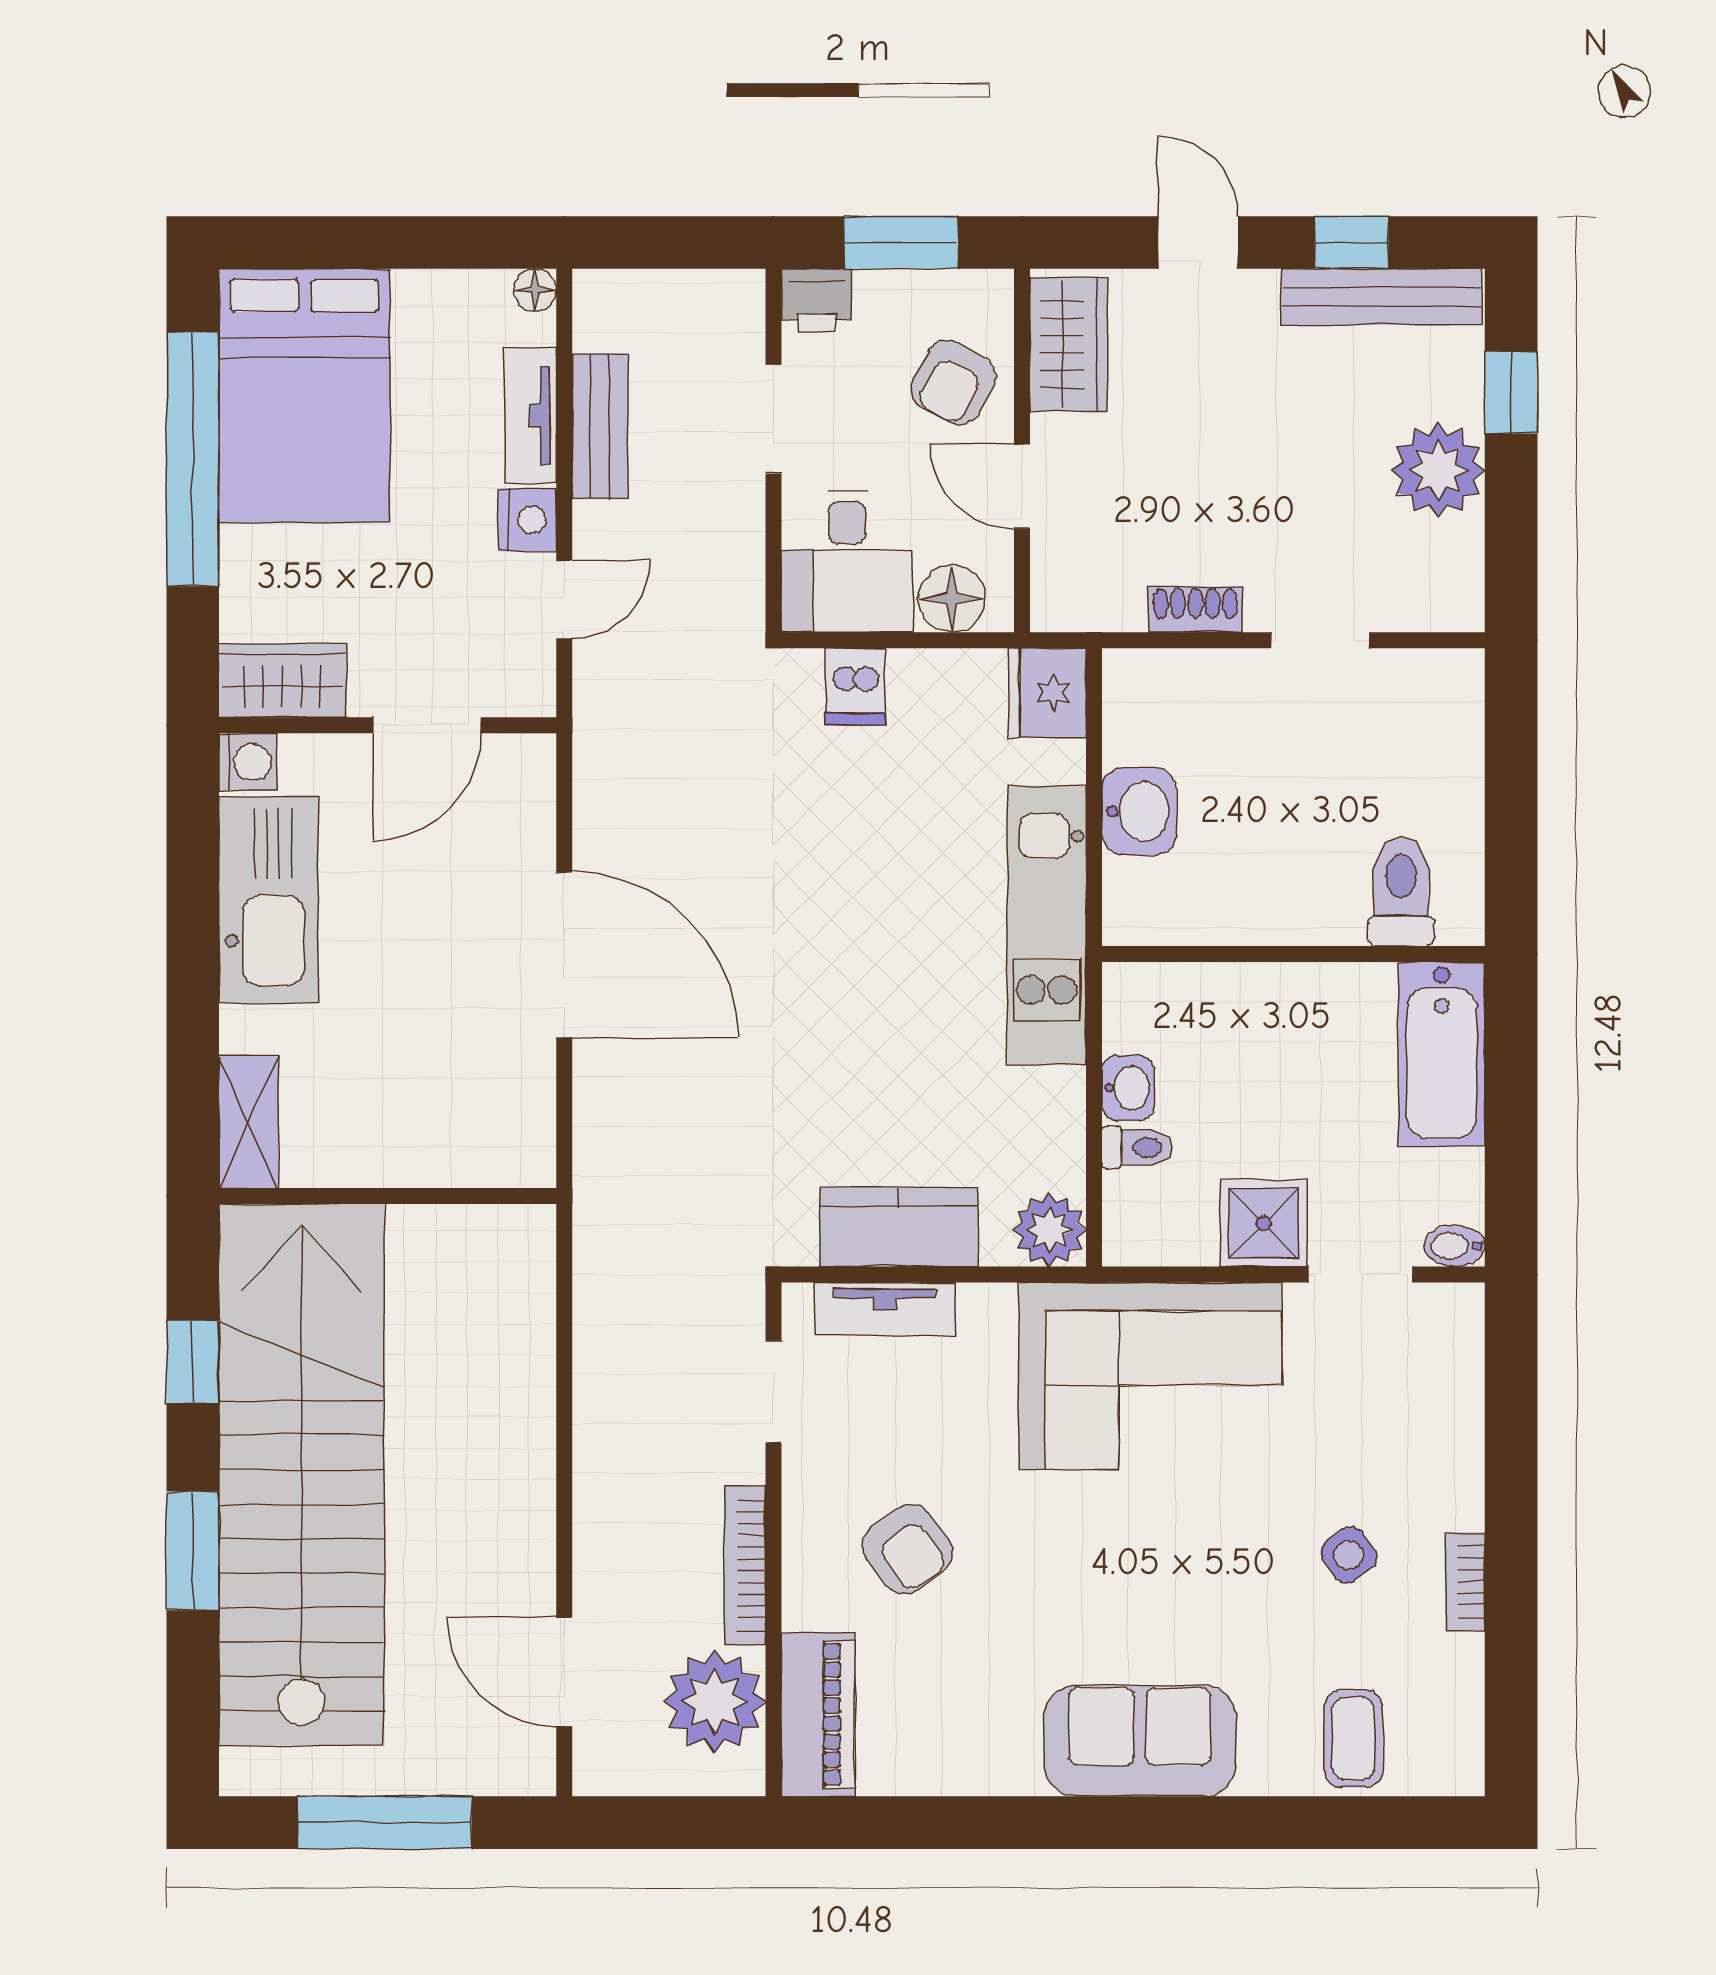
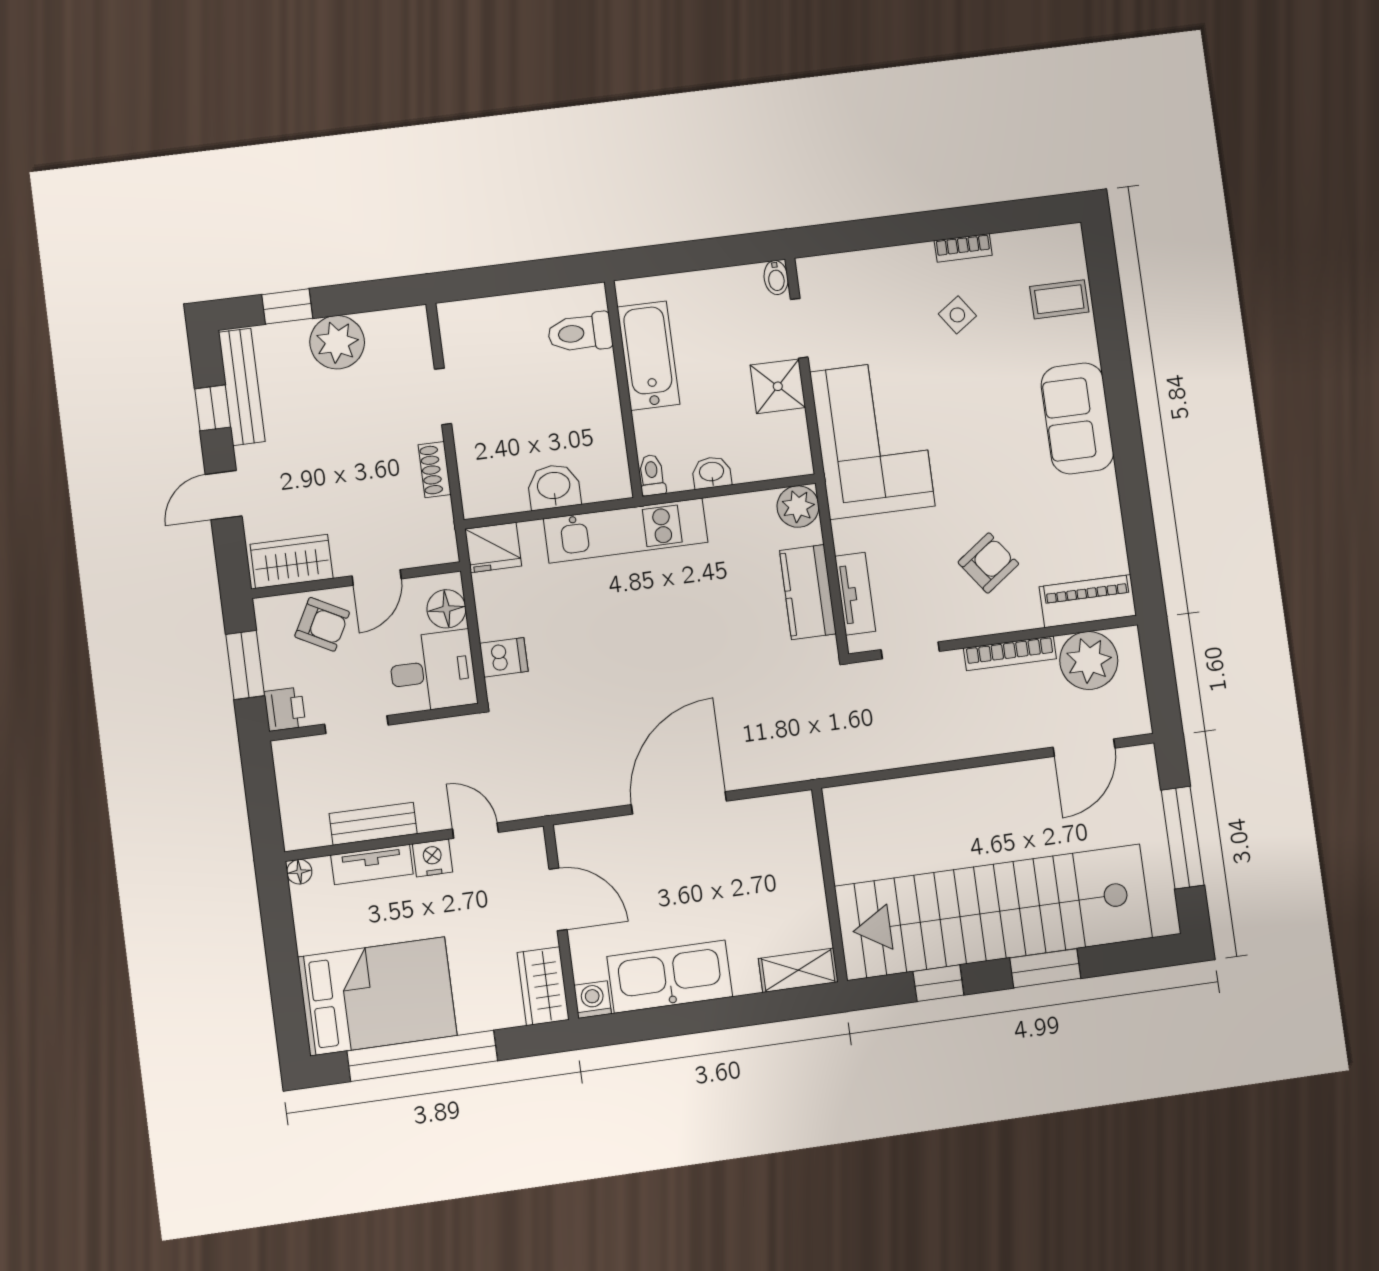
bathtub: (1442, 1054) -> (649, 356), moved, turned -90
toilet: (1137, 1147) -> (652, 475), moved

